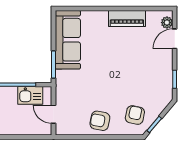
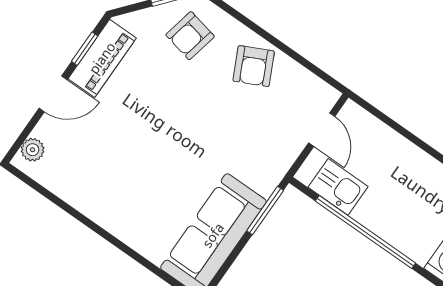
piano: (127, 18) -> (102, 58), moved, turned 90
door: (175, 39) -> (53, 94), moved
armchair: (100, 121) -> (254, 66), turned 53

